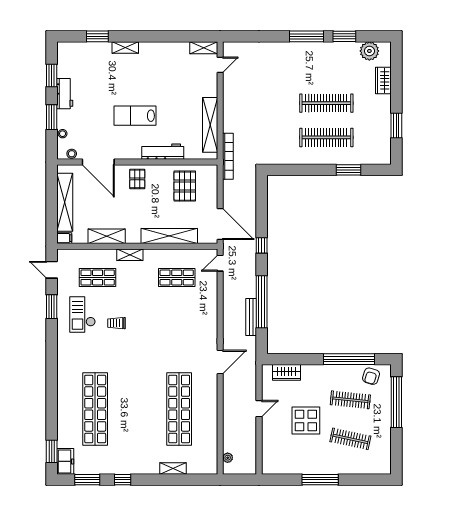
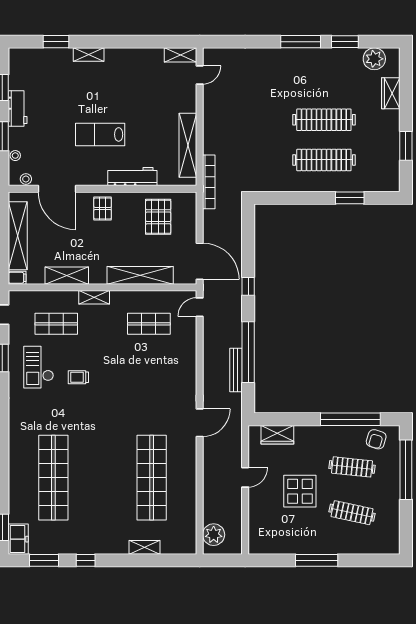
plant: (228, 458) -> (214, 535), width x1.88, depth x1.88

